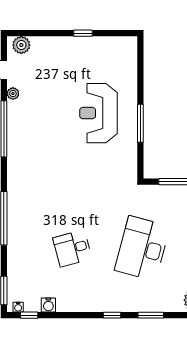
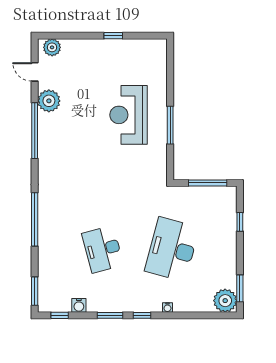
plant: (13, 94) -> (49, 101), width x1.88, depth x1.88
desk: (72, 248) -> (103, 249), width x1.37
water cooler: (18, 307) -> (167, 307), moved
window: (151, 315) -> (110, 315), moved

